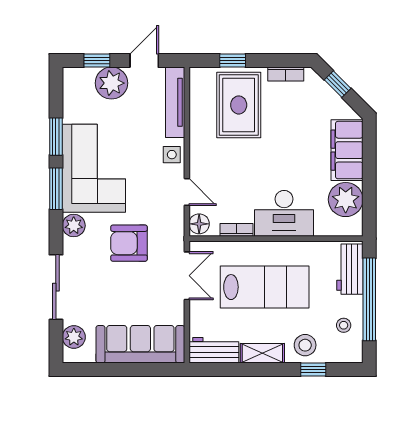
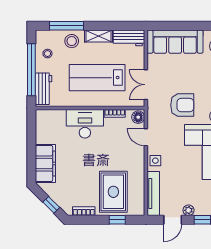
plant: (111, 83) -> (189, 210), width x0.53, depth x0.53
plant: (346, 200) -> (46, 132), removed
window: (313, 370) -> (67, 26), width x2.17

